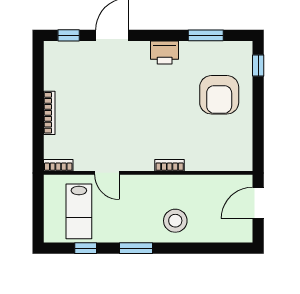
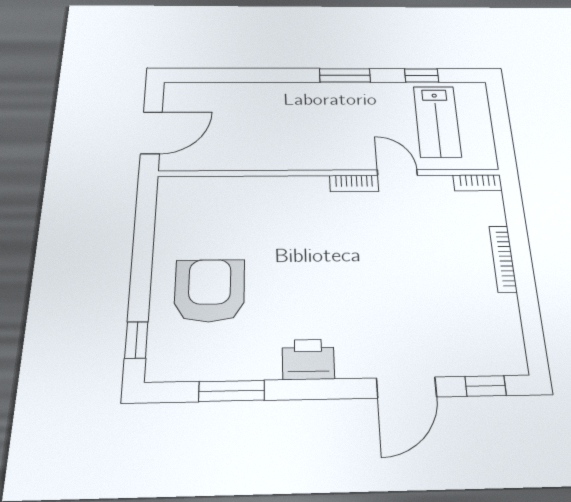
bookcase: (170, 165) -> (354, 183), moved
lab bench: (79, 211) -> (437, 121), turned 180
stool: (175, 221) -> (285, 110), removed

